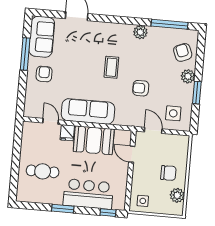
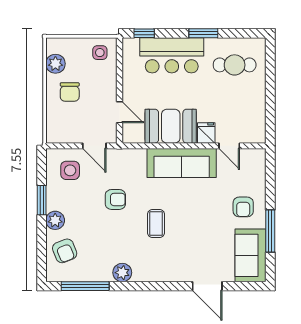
cafe table: (43, 171) -> (235, 65), moved
chair: (168, 173) -> (70, 92), turned -90

